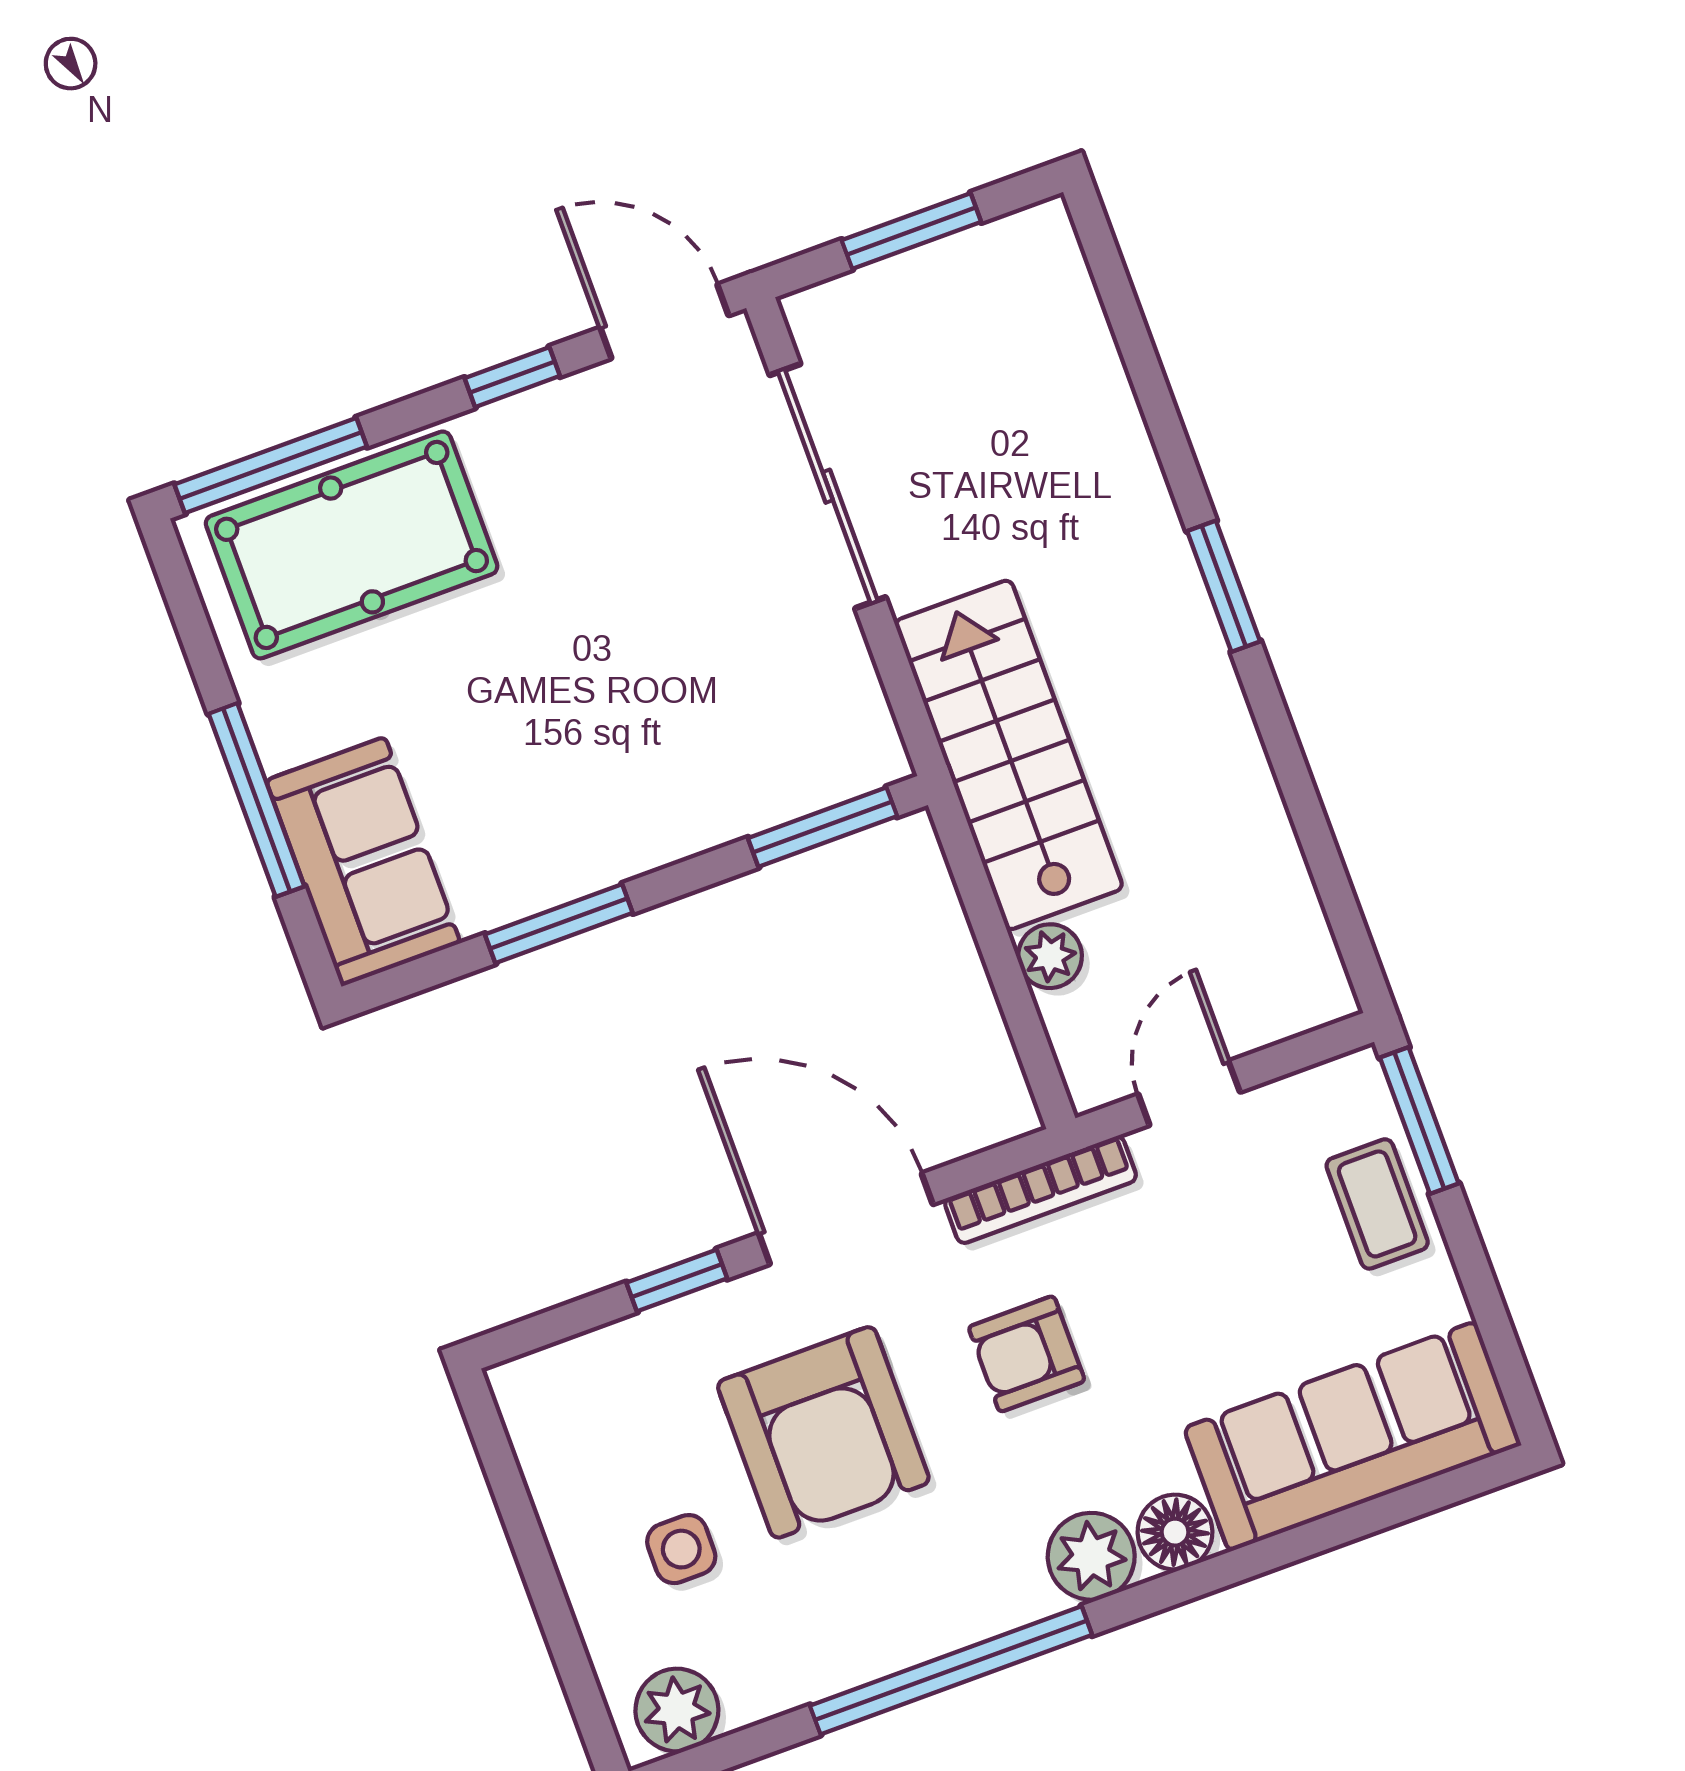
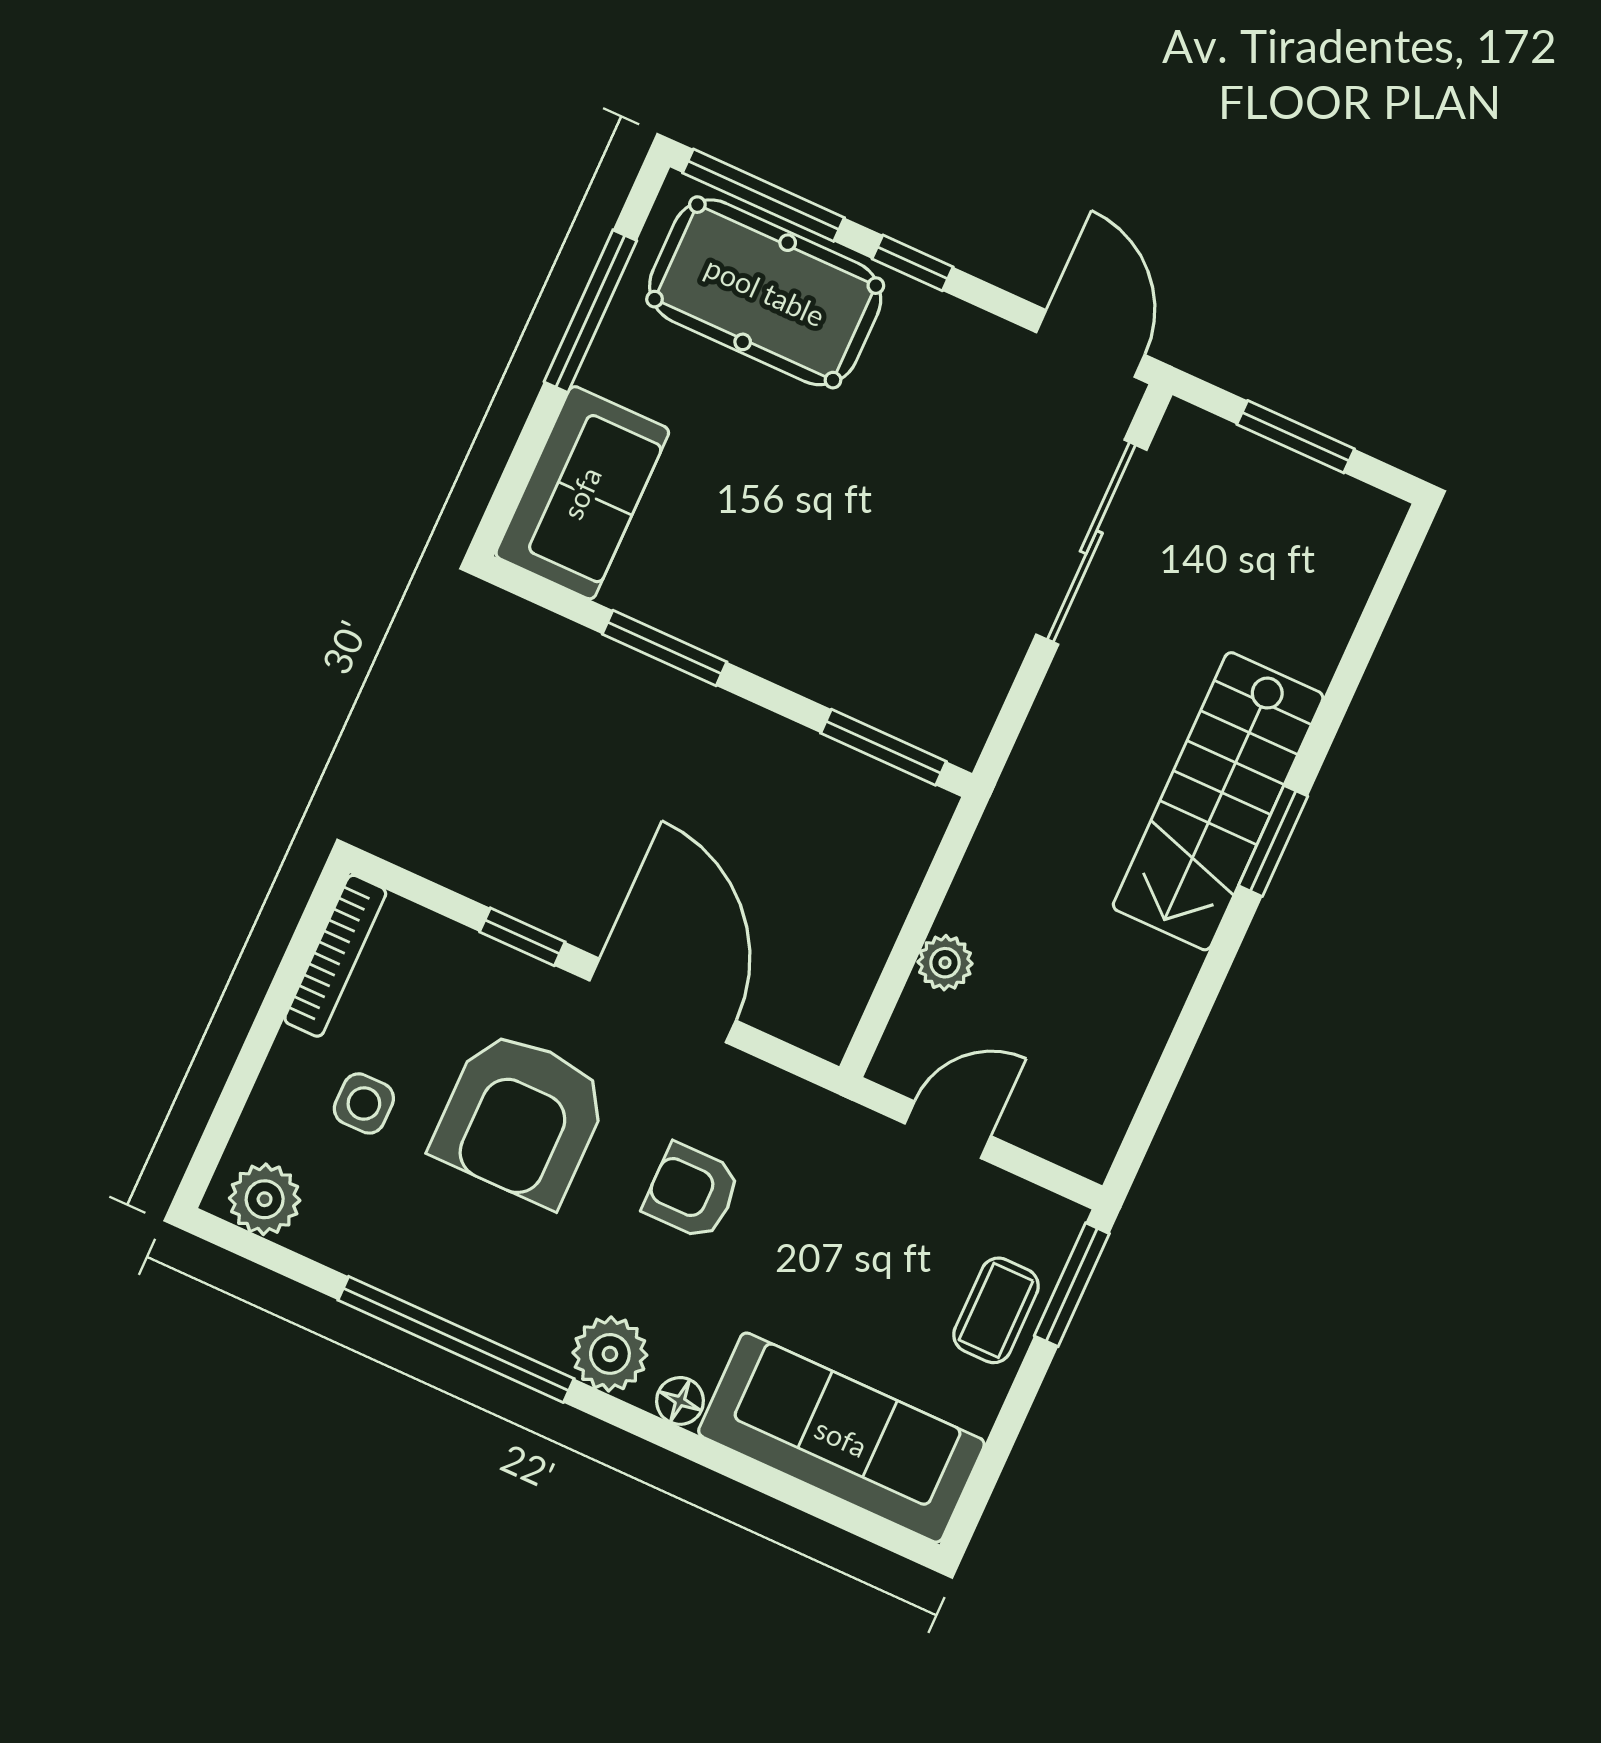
window: (512, 377) -> (913, 263), moved
stairs: (1009, 755) -> (1218, 801), moved, turned 180
window: (257, 800) -> (590, 311), moved
bookcase: (1041, 1190) -> (335, 956), moved, turned -90
floor lamp: (1175, 1532) -> (680, 1401), width x0.73, depth x0.73

